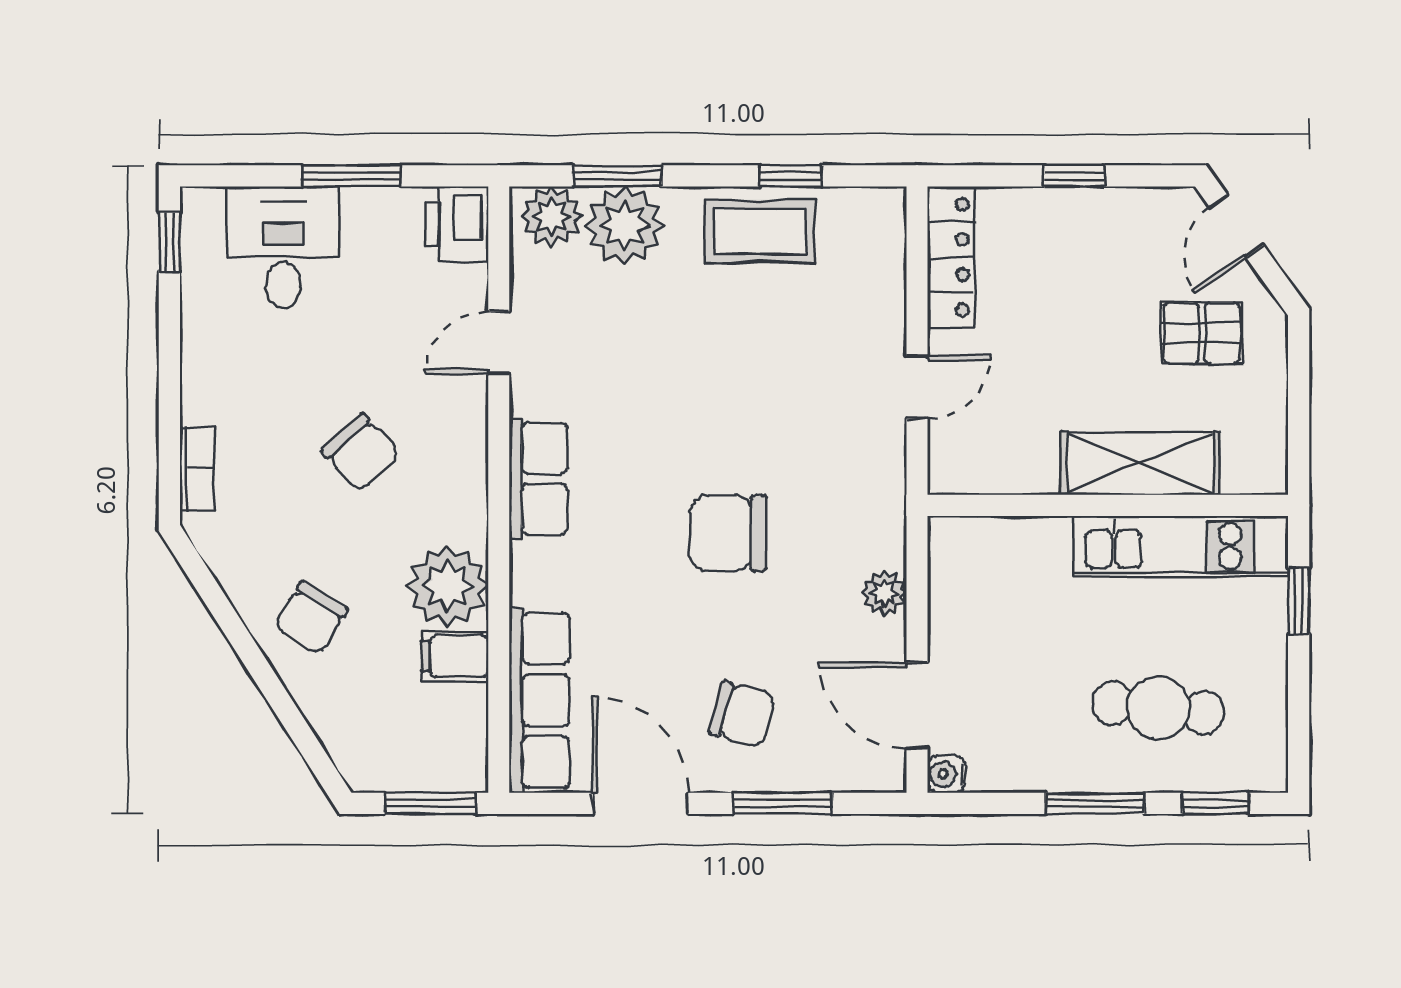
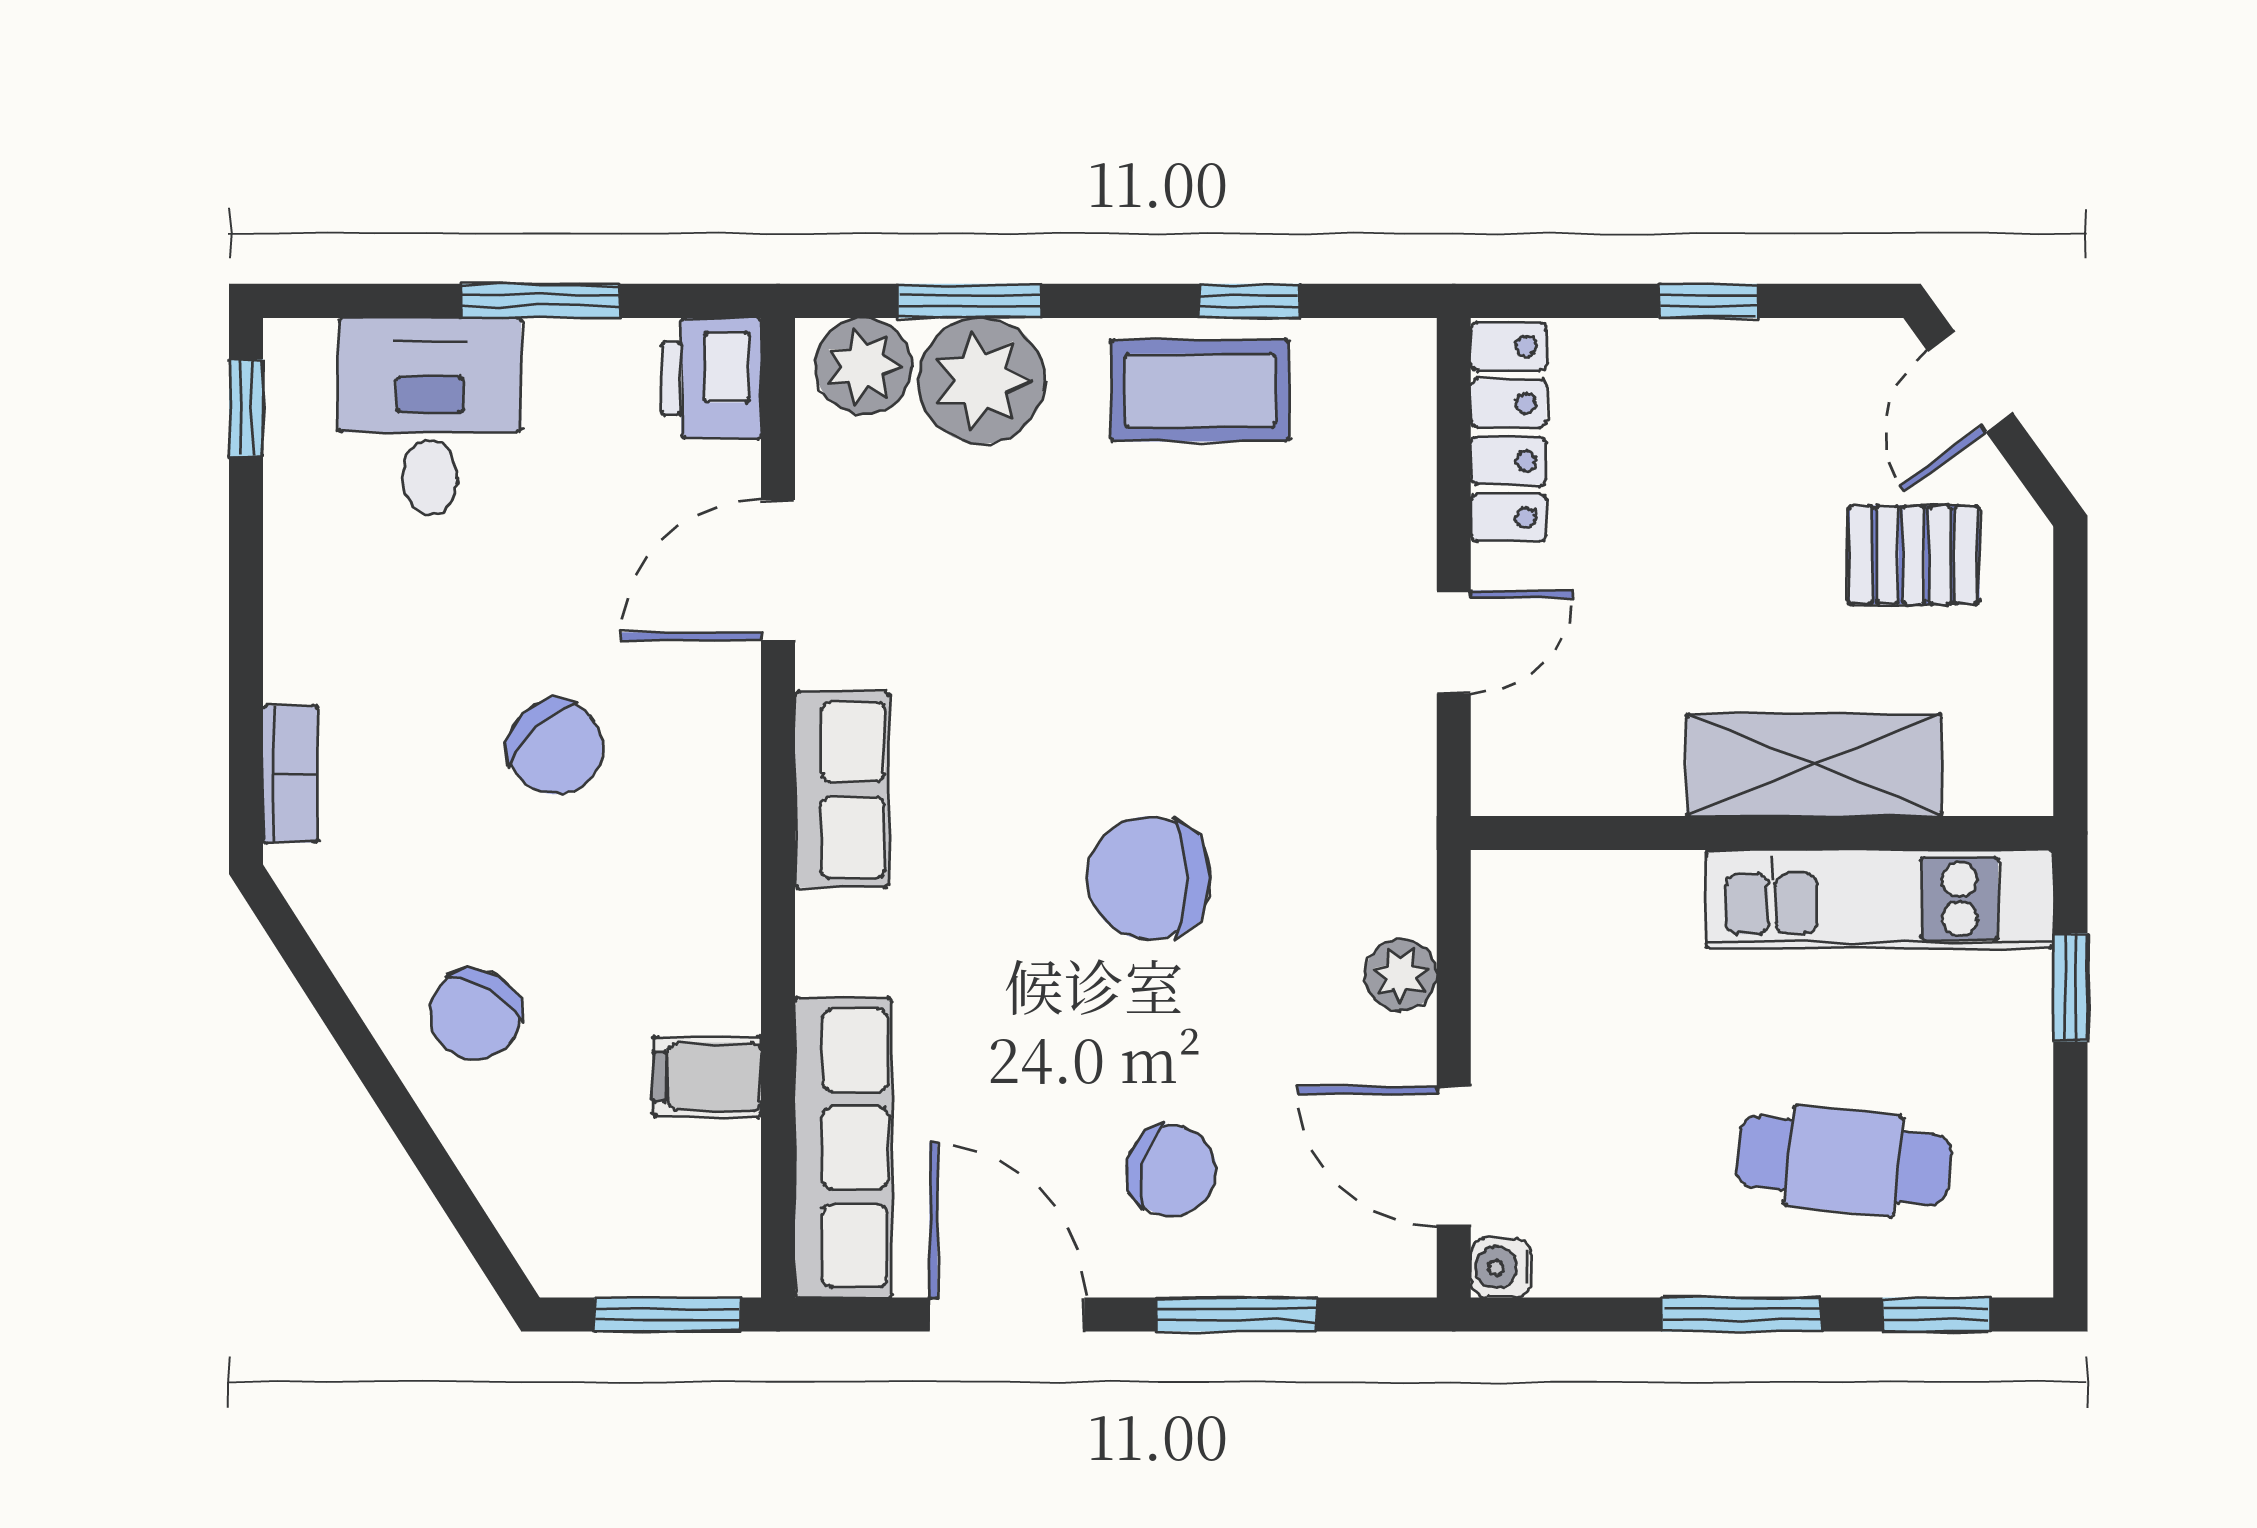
door: (499, 343) -> (778, 570), width x1.38
plant: (447, 586) -> (695, 963), removed

